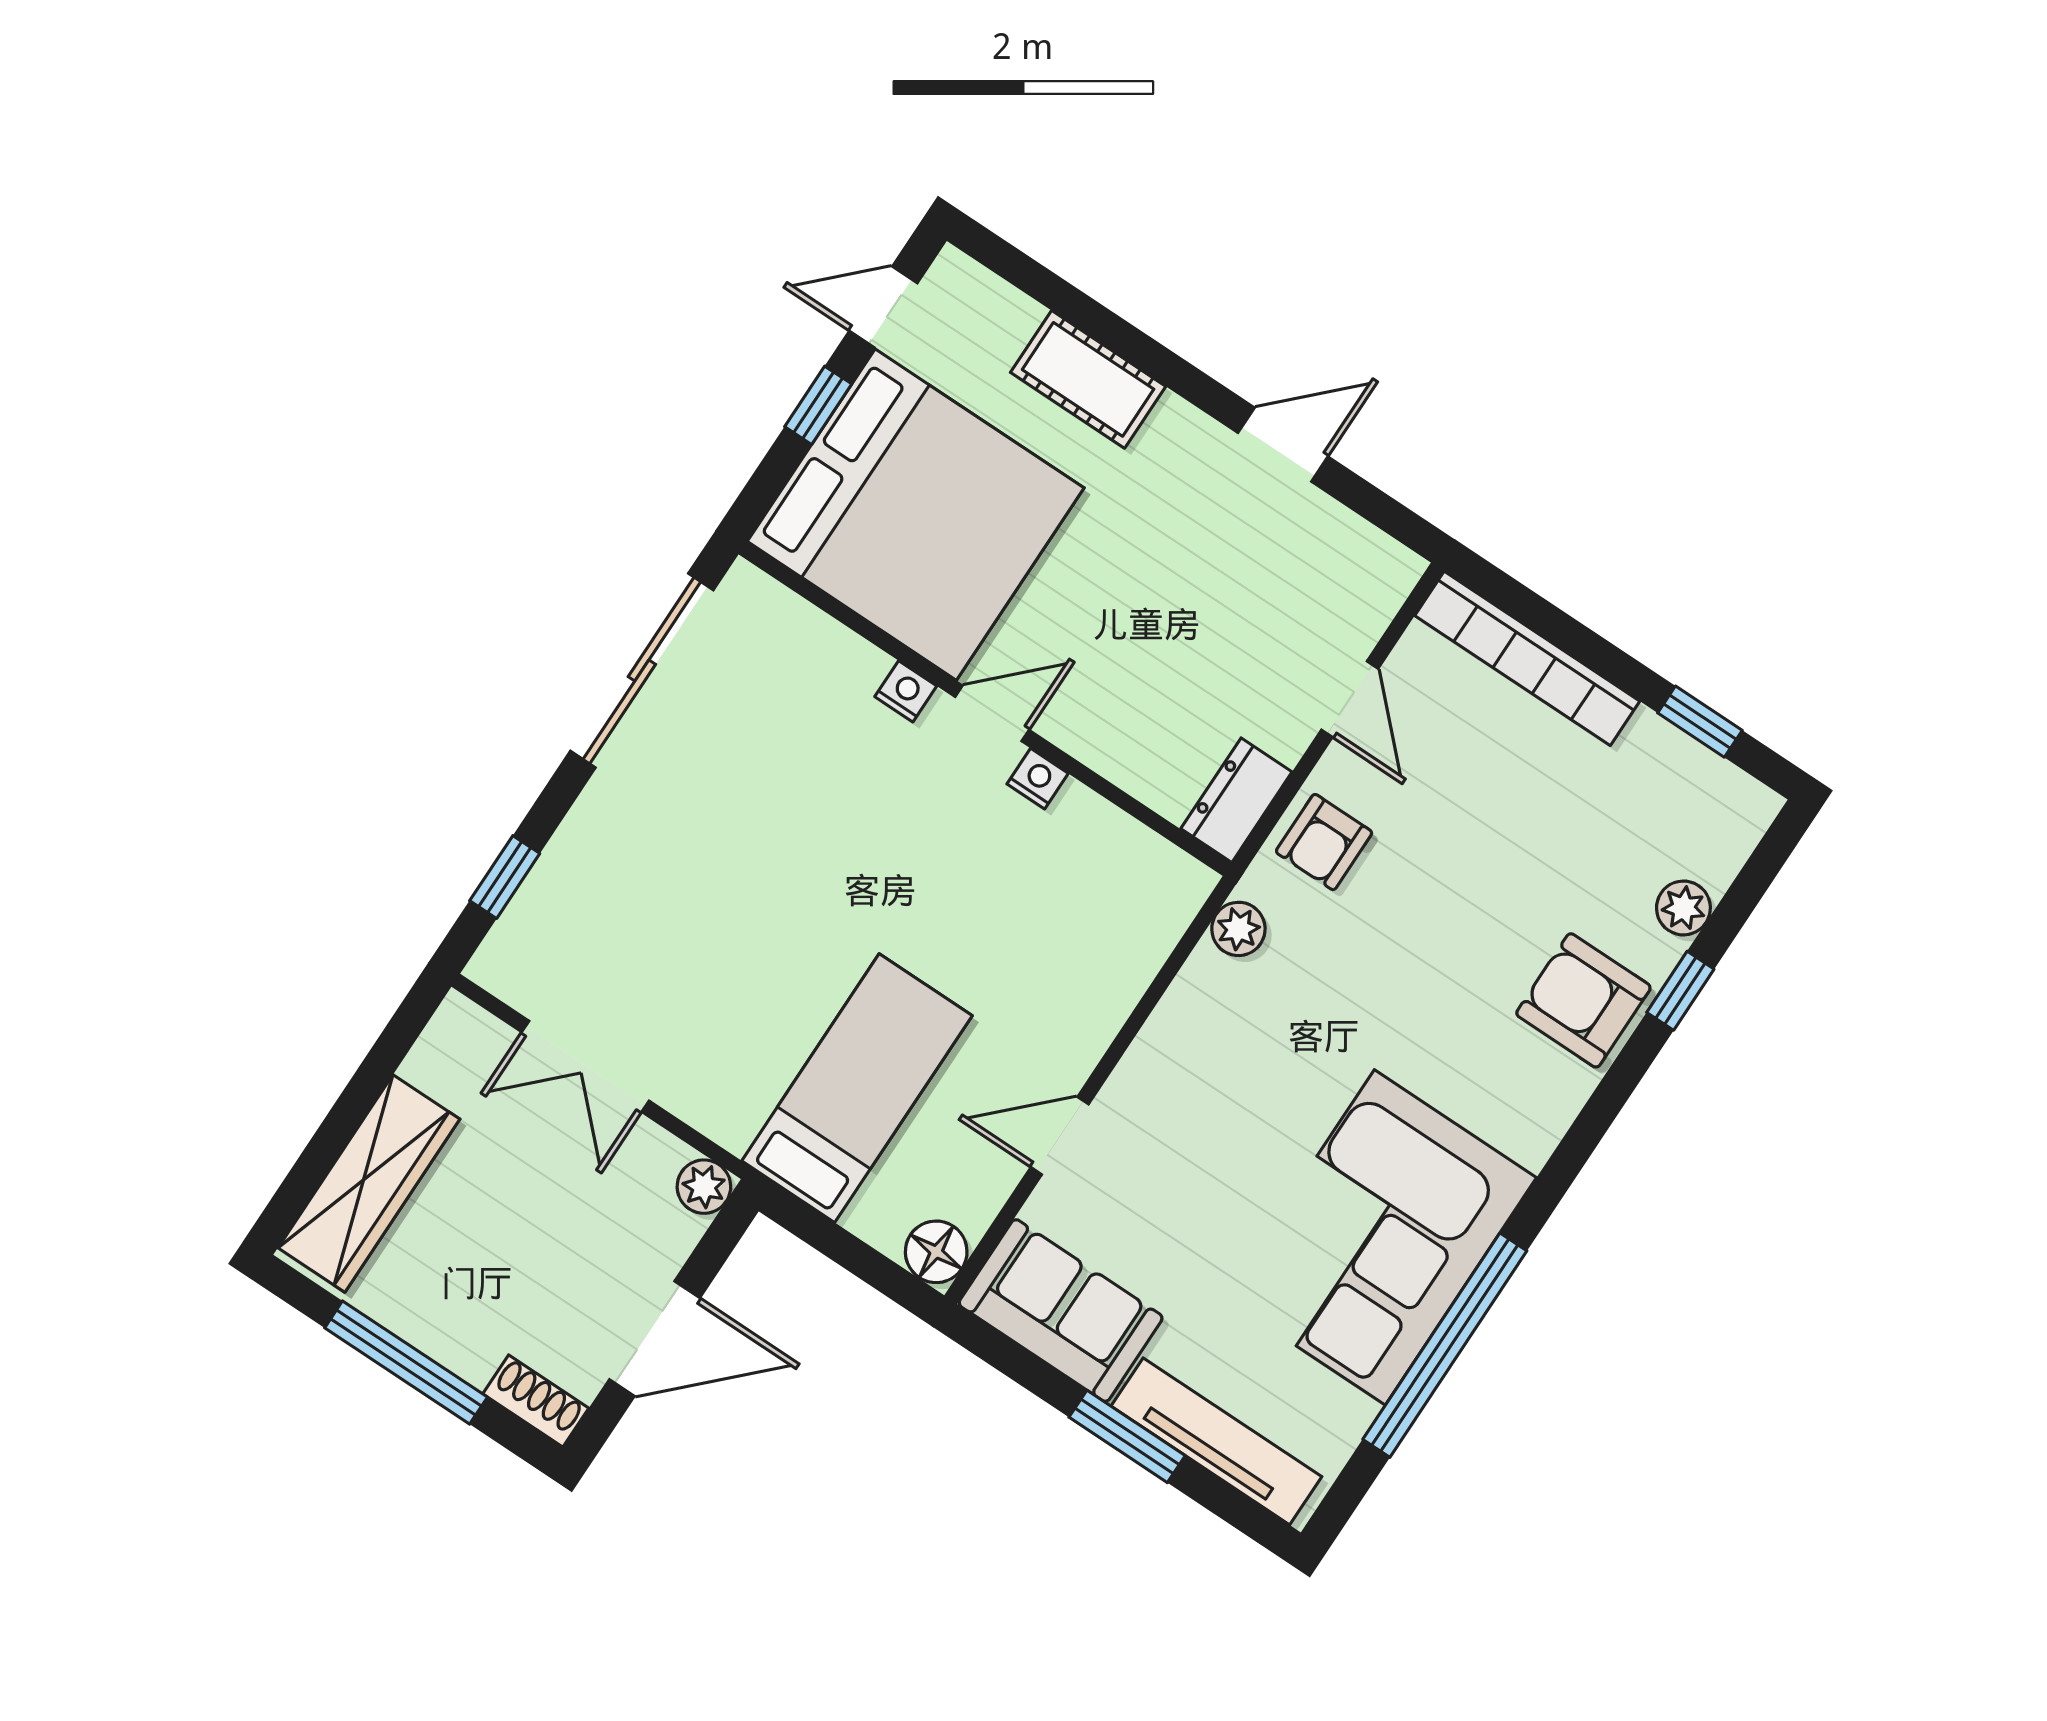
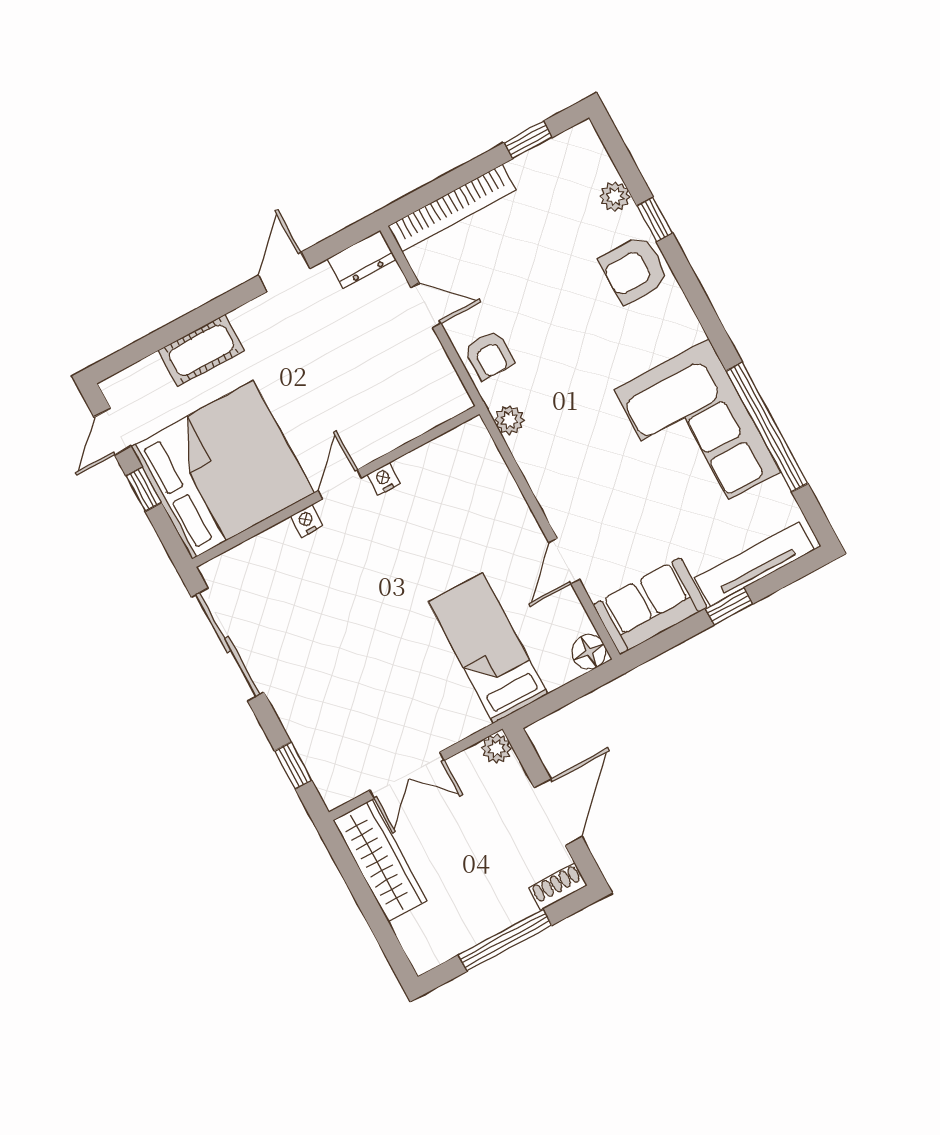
dresser: (1236, 800) -> (362, 259), moved, turned -90
wardrobe: (369, 1183) -> (380, 860), moved
window: (1127, 1436) -> (729, 606), width x0.67

